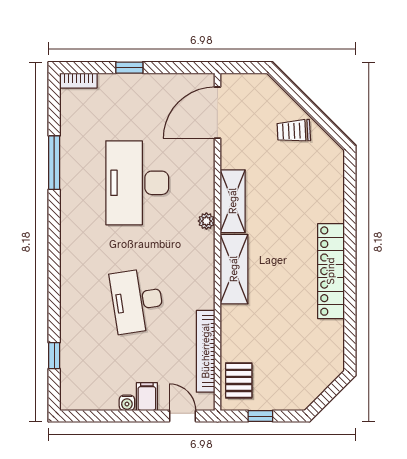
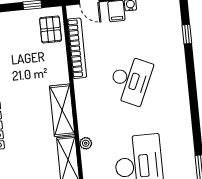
desk: (137, 301) -> (130, 80), turned 33

